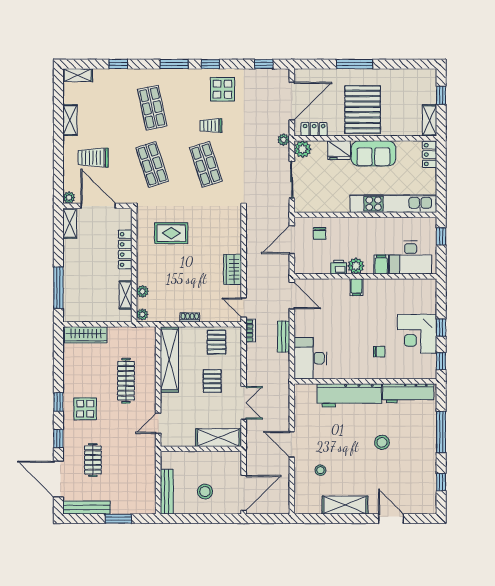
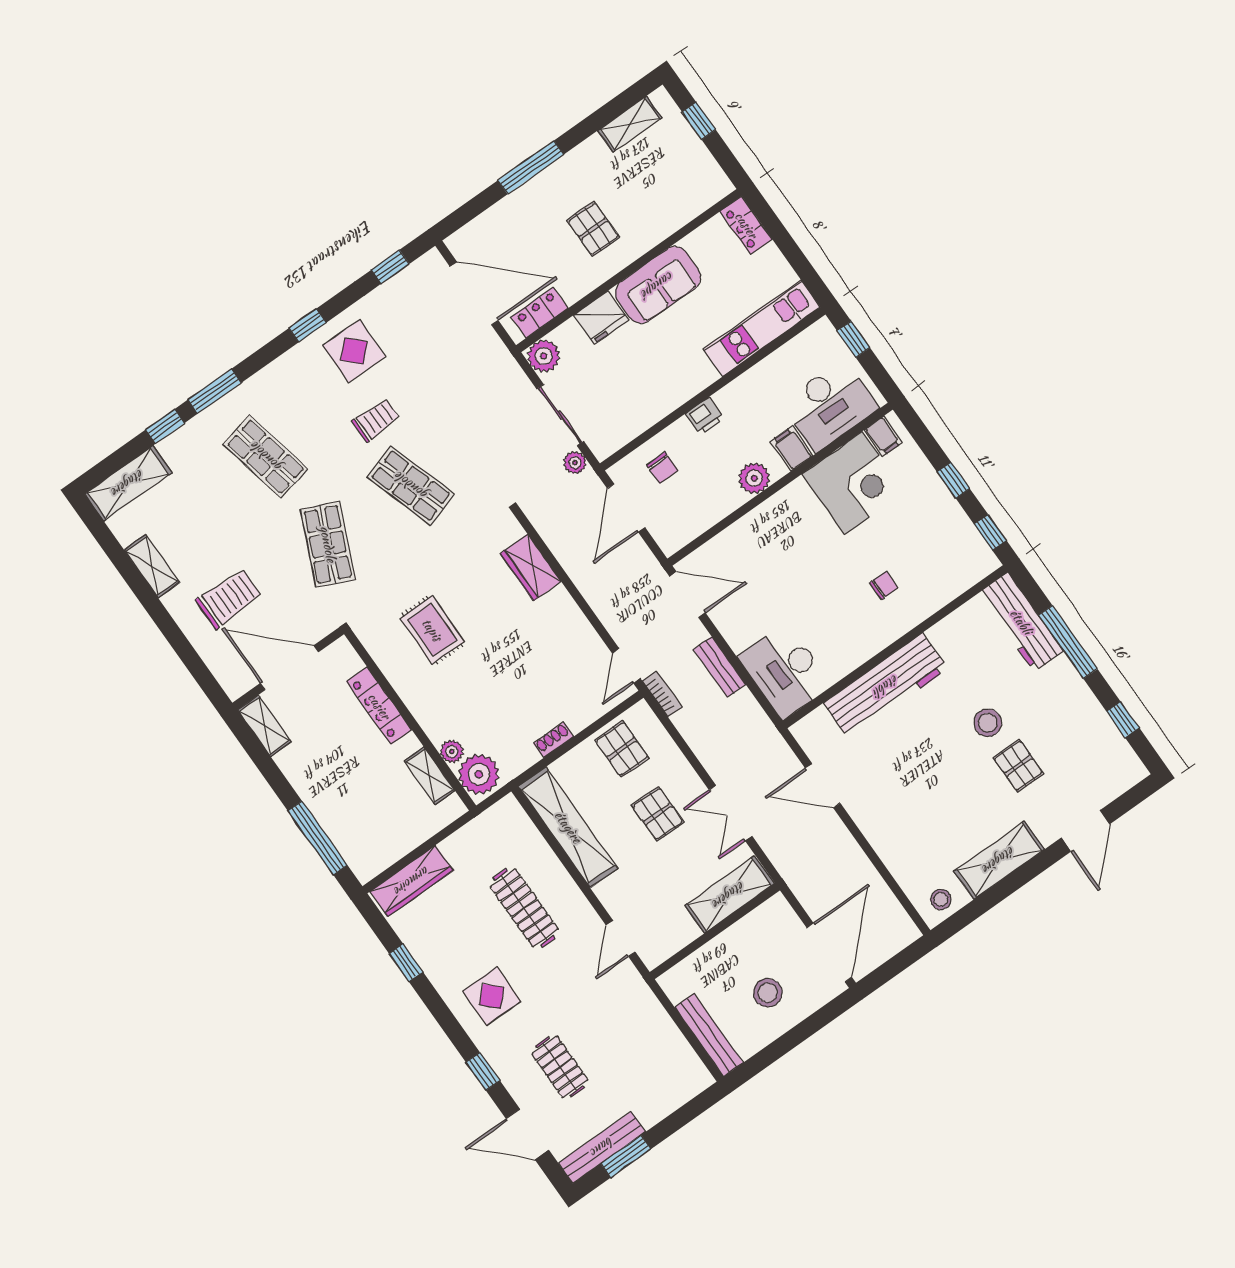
window: (174, 64) -> (214, 391), moved
shelving: (78, 75) -> (128, 483), width x1.50, depth x1.33
door: (292, 101) -> (474, 293), hinge flipped
pallet: (363, 110) -> (593, 229), width x0.49, depth x0.50
shelving: (430, 120) -> (630, 124), moved, turned 90
trolley: (211, 126) -> (376, 420), turned 180
plant: (284, 140) -> (575, 463), moved
trolley: (93, 158) -> (229, 599), turned 180
shop shelf: (152, 164) -> (328, 544), turned 42
plant: (69, 198) -> (235, 687), removed
kitchen unit: (393, 204) -> (762, 328), width x0.73
rug: (171, 233) -> (432, 630), turned 90
printer: (339, 267) -> (705, 416), moved, turned 180
wardrobe: (233, 269) -> (531, 567), moved
filing cabinet: (357, 287) -> (883, 436), moved
door: (244, 308) -> (626, 666), hinge flipped
plant: (142, 314) -> (479, 774), width x1.88, depth x1.88
corner desk: (417, 334) -> (853, 483), moved, turned -90
workbench: (408, 393) -> (1021, 622), moved, turned 90
window: (58, 402) -> (406, 963), moved
double door: (244, 403) -> (730, 813), swing flipped
door: (292, 444) -> (823, 786), moved
stool: (320, 470) -> (941, 899), moved
pallet: (382, 470) -> (1018, 766), added
door: (58, 479) -> (527, 1134), width x0.73
window: (118, 519) -> (626, 1156), moved
door: (391, 519) -> (1085, 831), swing flipped

